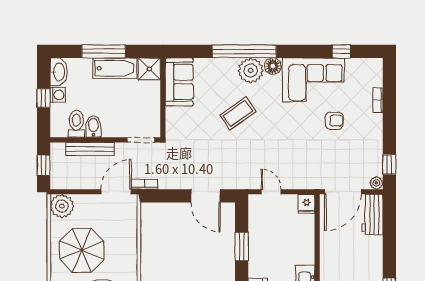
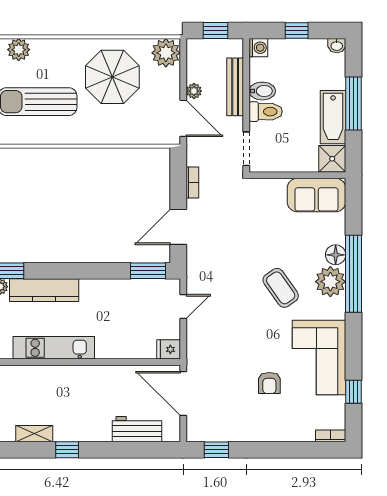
floor lamp: (273, 66) -> (336, 255), moved
washbasin: (59, 72) -> (337, 46), width x0.52, depth x0.69
washing machine: (58, 95) -> (258, 48), moved, turned -90
bookcase: (378, 100) -> (331, 436), moved
coffee table: (238, 113) -> (281, 288), moved
toilet: (76, 124) -> (266, 112), moved
plant: (376, 183) -> (194, 91), moved
bookcase: (144, 184) -> (192, 183), moved
workbench: (372, 215) -> (137, 429), moved
window: (242, 247) -> (148, 271), moved

